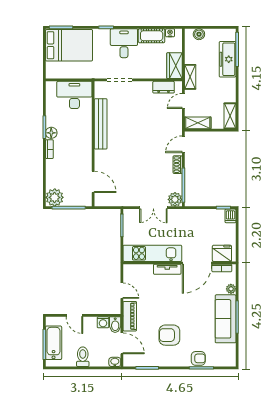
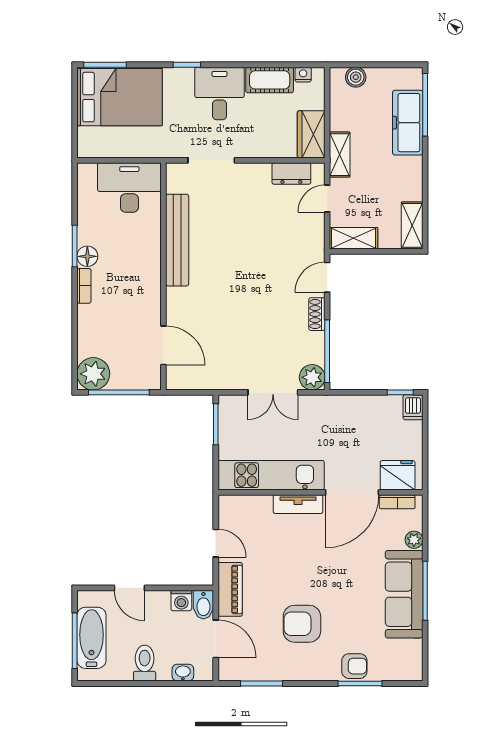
washbasin: (115, 362) -> (183, 673), moved

